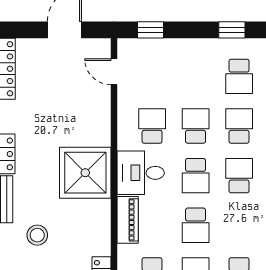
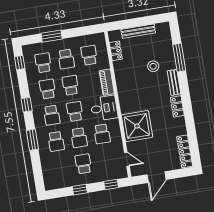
window: (232, 30) -> (80, 190), moved
school desk: (239, 76) -> (83, 164), moved
shower: (85, 173) -> (137, 126), moved
school desk: (239, 225) -> (47, 89), added

